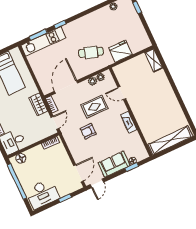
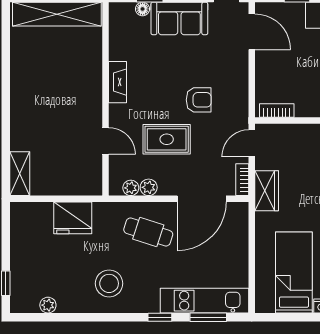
stool: (90, 29) -> (109, 283), added
cafe table: (91, 52) -> (148, 232), moved
door: (78, 173) -> (252, 32), swing flipped

